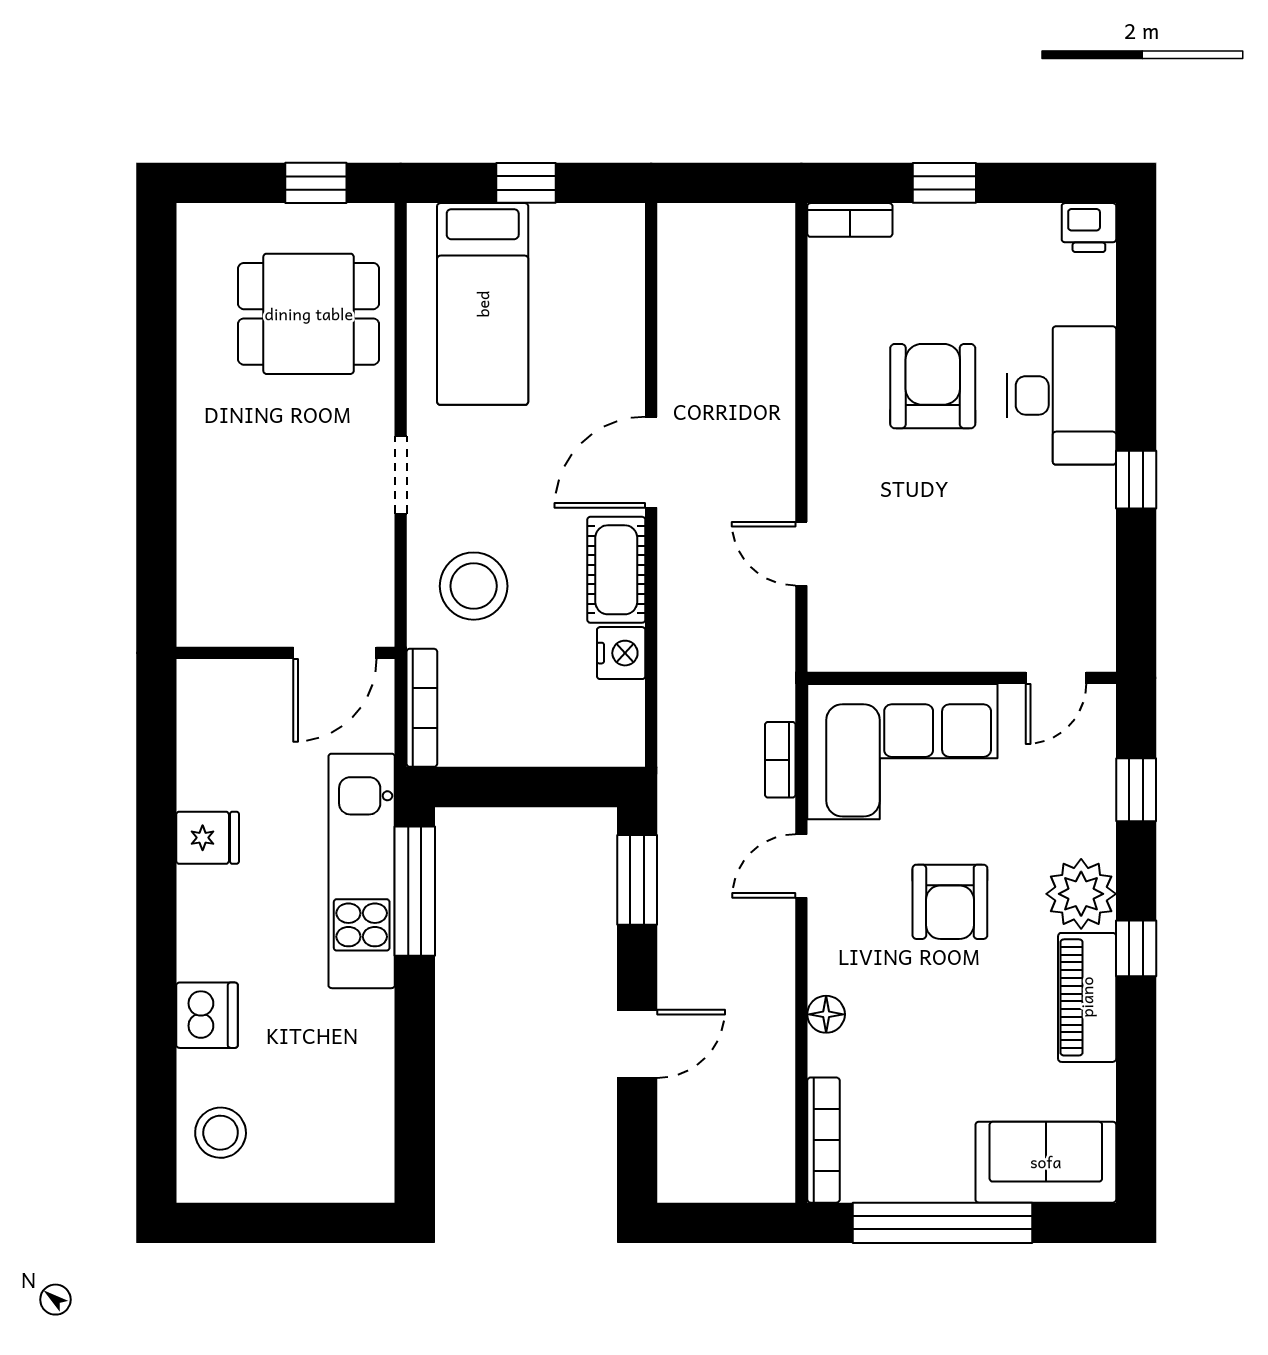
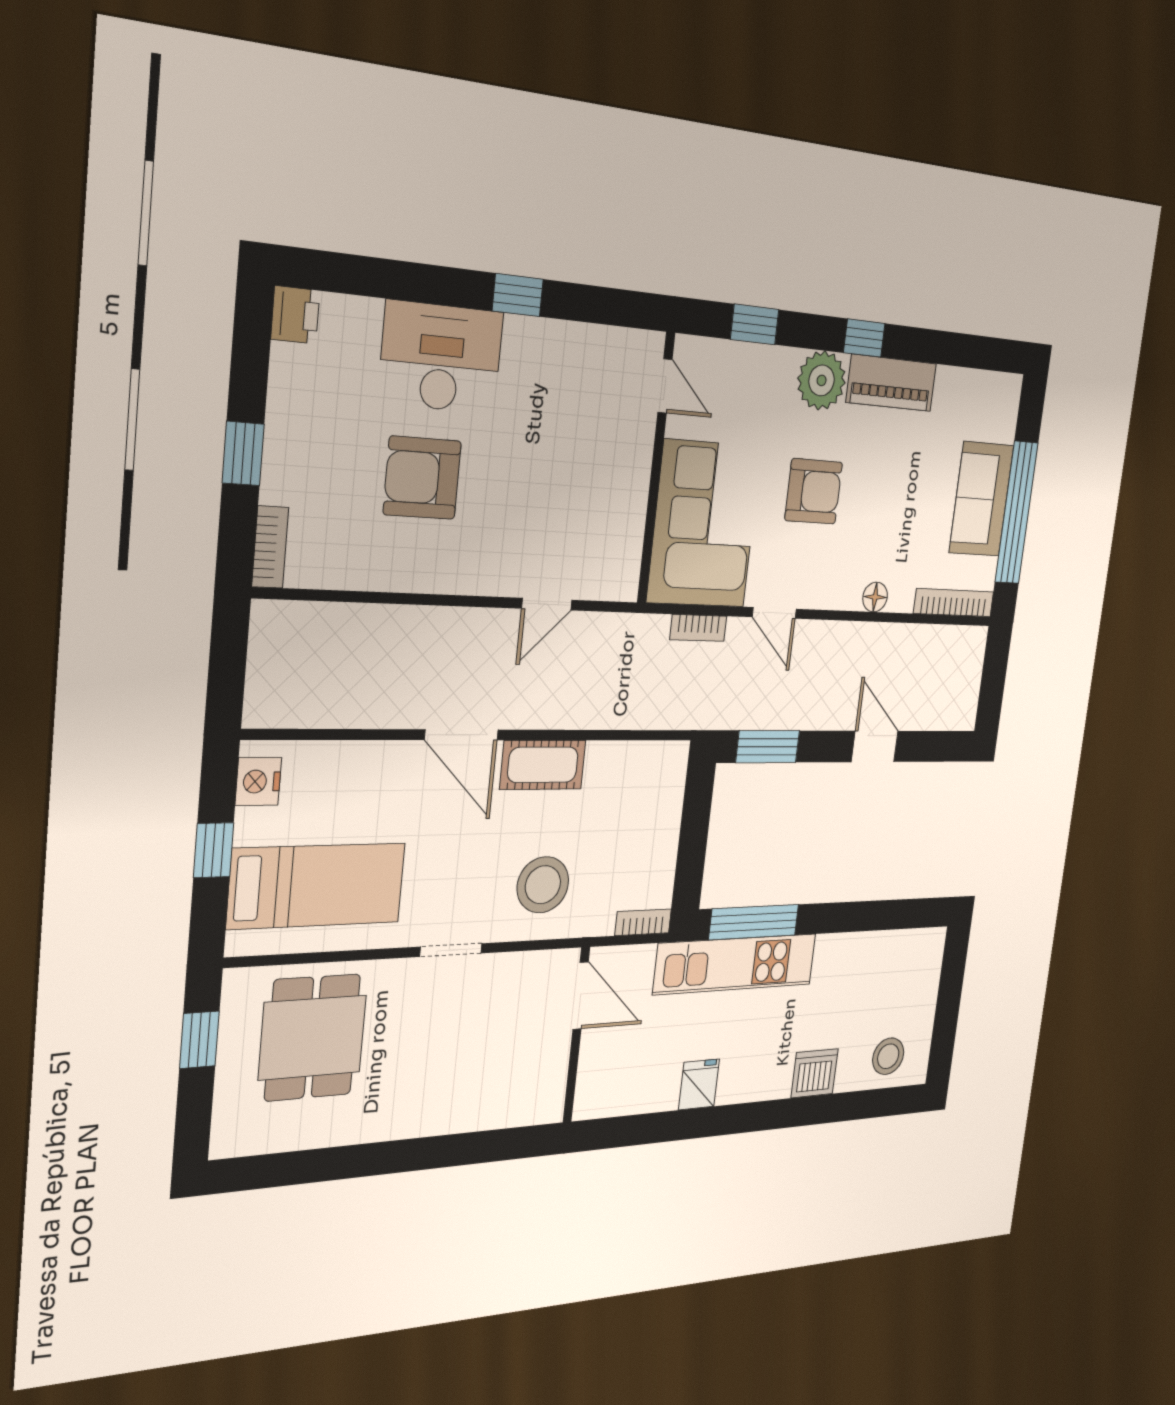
nightstand: (621, 653) -> (258, 782), moved, turned -90
bookcase: (422, 708) -> (643, 922), width x0.64
sofa: (1046, 1162) -> (981, 499), moved

